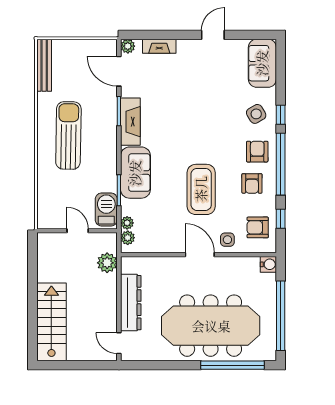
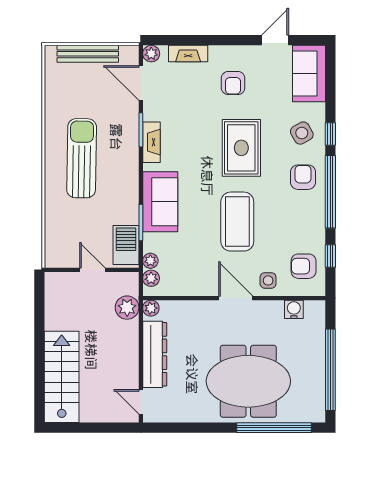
door: (213, 35) -> (275, 40), moved
bench: (44, 65) -> (88, 54), moved, turned 90
fireplace: (130, 122) -> (152, 142), width x0.73, depth x0.76
rug: (205, 127) -> (241, 148), added
armchair: (252, 183) -> (233, 83), moved
plant: (128, 263) -> (151, 308), added
water cooler: (268, 264) -> (294, 309), moved, turned -90
meeting table: (211, 326) -> (248, 381), width x0.73

